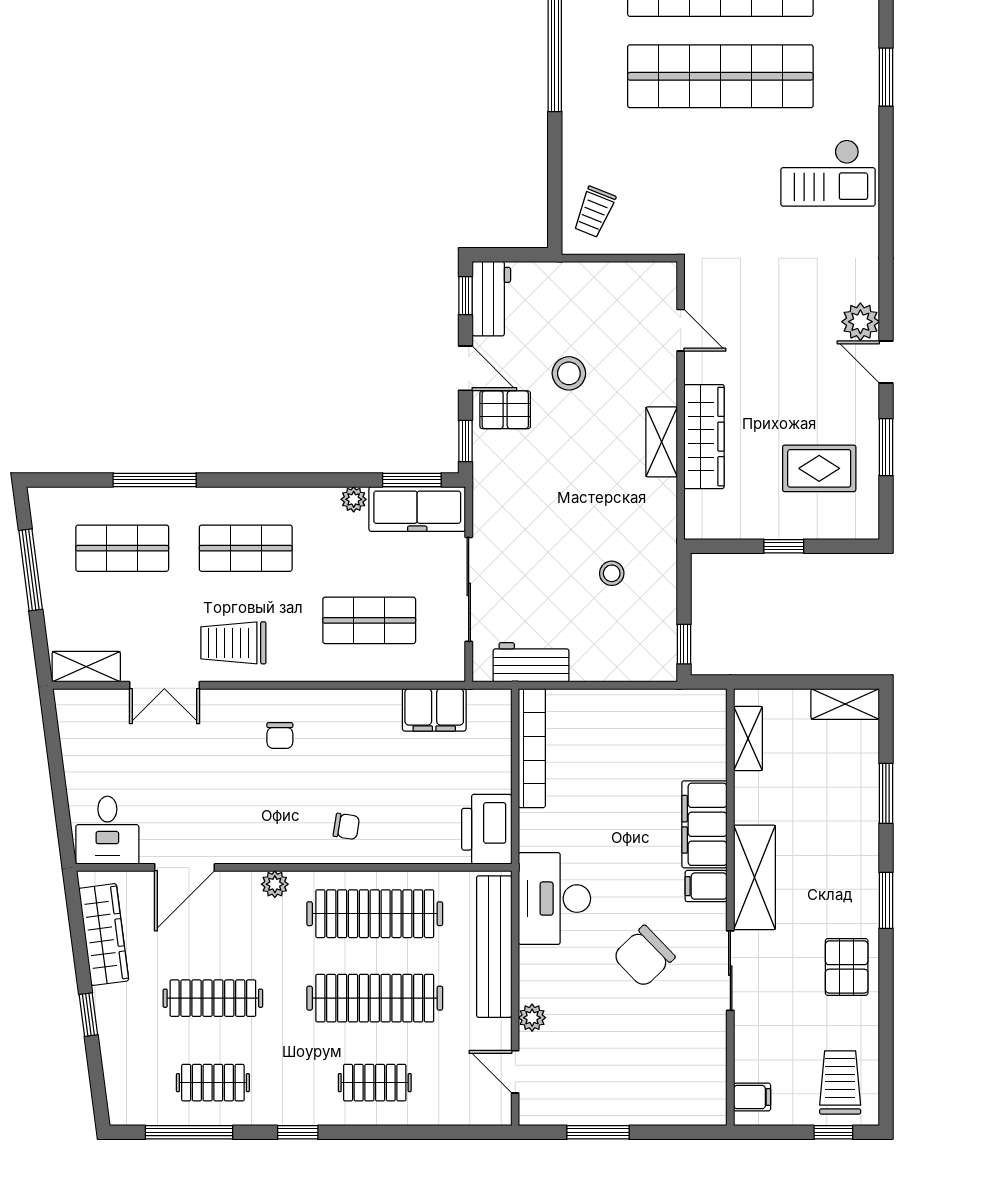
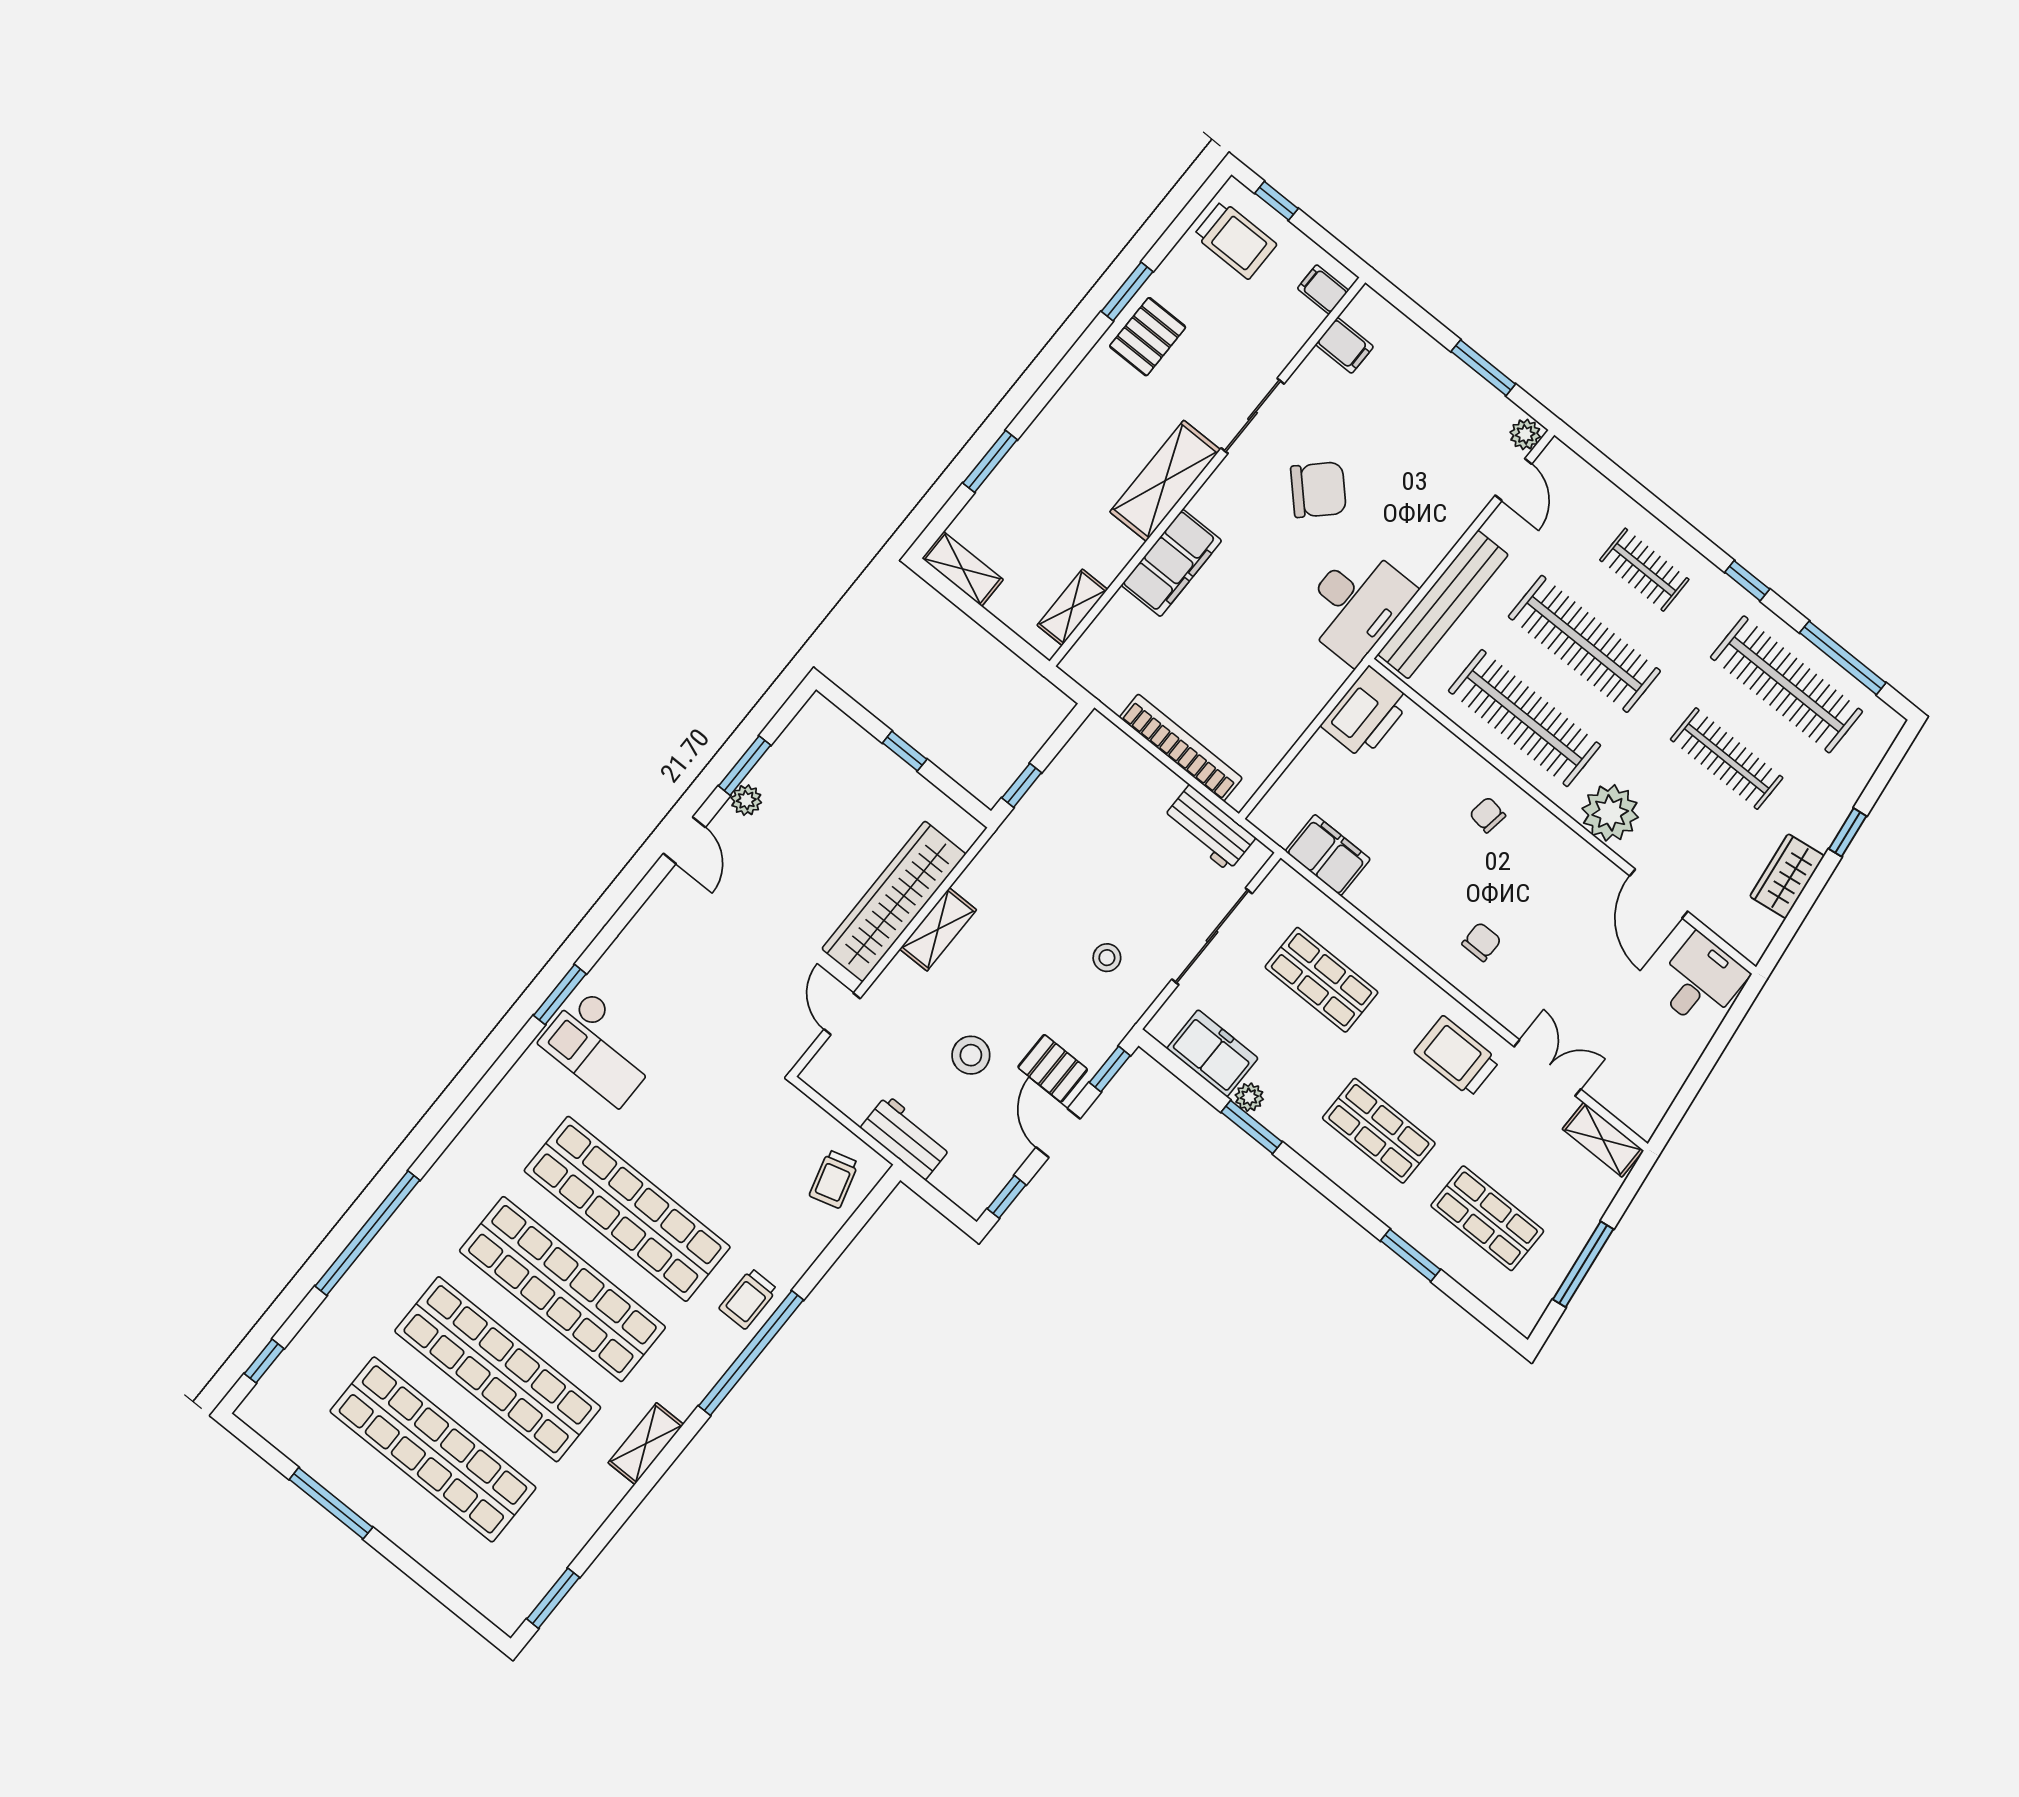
window: (886, 77) -> (560, 995), moved
trolley: (587, 82) -> (748, 1299), added
checkout: (828, 173) -> (601, 1048), turned 180
trolley: (594, 212) -> (834, 1179), turned 142
workbench: (491, 299) -> (906, 1137), moved, turned 90
plant: (860, 322) -> (746, 800), moved, width x0.73, depth x0.73
wardrobe: (704, 437) -> (894, 901), width x1.40, depth x1.17
rug: (819, 468) -> (818, 794), removed
window: (155, 480) -> (1410, 1255), width x0.69
window: (412, 480) -> (1252, 1127), moved
freezer: (417, 509) -> (1212, 1053), width x0.71
stool: (612, 573) -> (1107, 958), moved
trolley: (233, 643) -> (1457, 1056), turned 180
window: (684, 644) -> (1022, 785), moved
bookcase: (532, 748) -> (1181, 748), moved, turned 90
door: (185, 867) -> (1659, 894), swing flipped
plant: (275, 884) -> (1610, 813), width x1.88, depth x1.88
filing cabinet: (706, 886) -> (1345, 345), moved
window: (886, 900) -> (1127, 292), moved
wardrobe: (104, 935) -> (1787, 876), width x0.67
plant: (532, 1018) -> (1525, 434), moved
trolley: (840, 1082) -> (1235, 240), turned -90
clothes rail: (213, 1083) -> (1786, 684), width x1.86, depth x1.31

